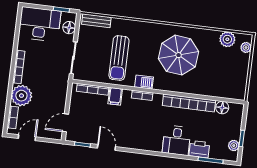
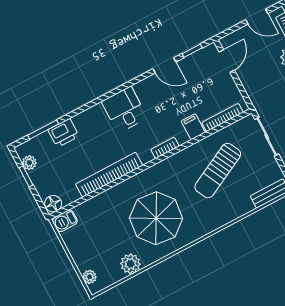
plant: (227, 39) -> (130, 264), moved
sun lounger: (119, 58) -> (218, 171), turned -117
barbecue: (144, 82) -> (65, 221), moved
floor lamp: (222, 108) -> (53, 204), moved
door: (27, 138) -> (257, 17), hinge flipped
desk: (177, 140) -> (124, 110), moved

